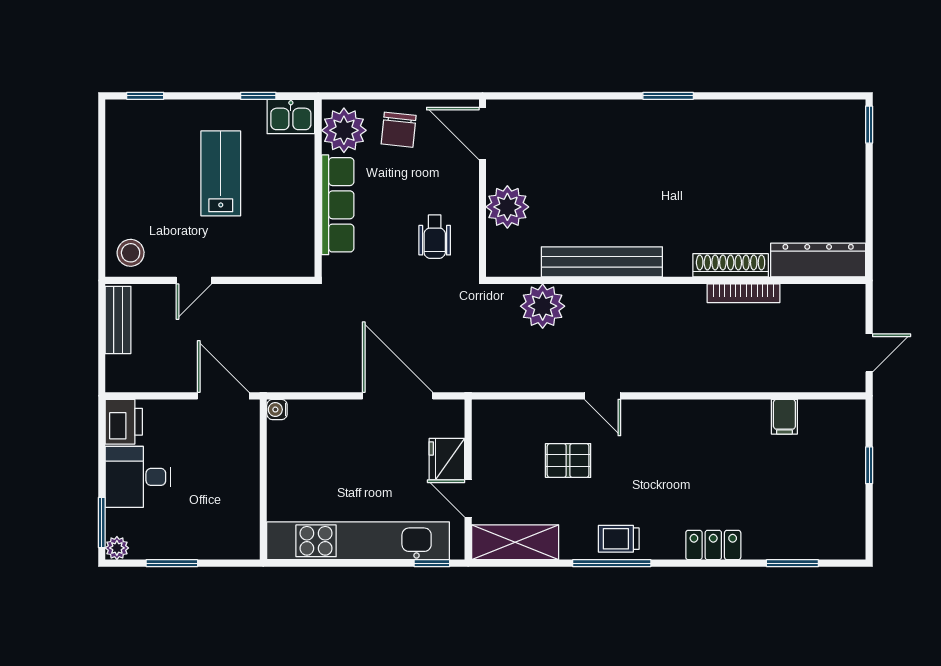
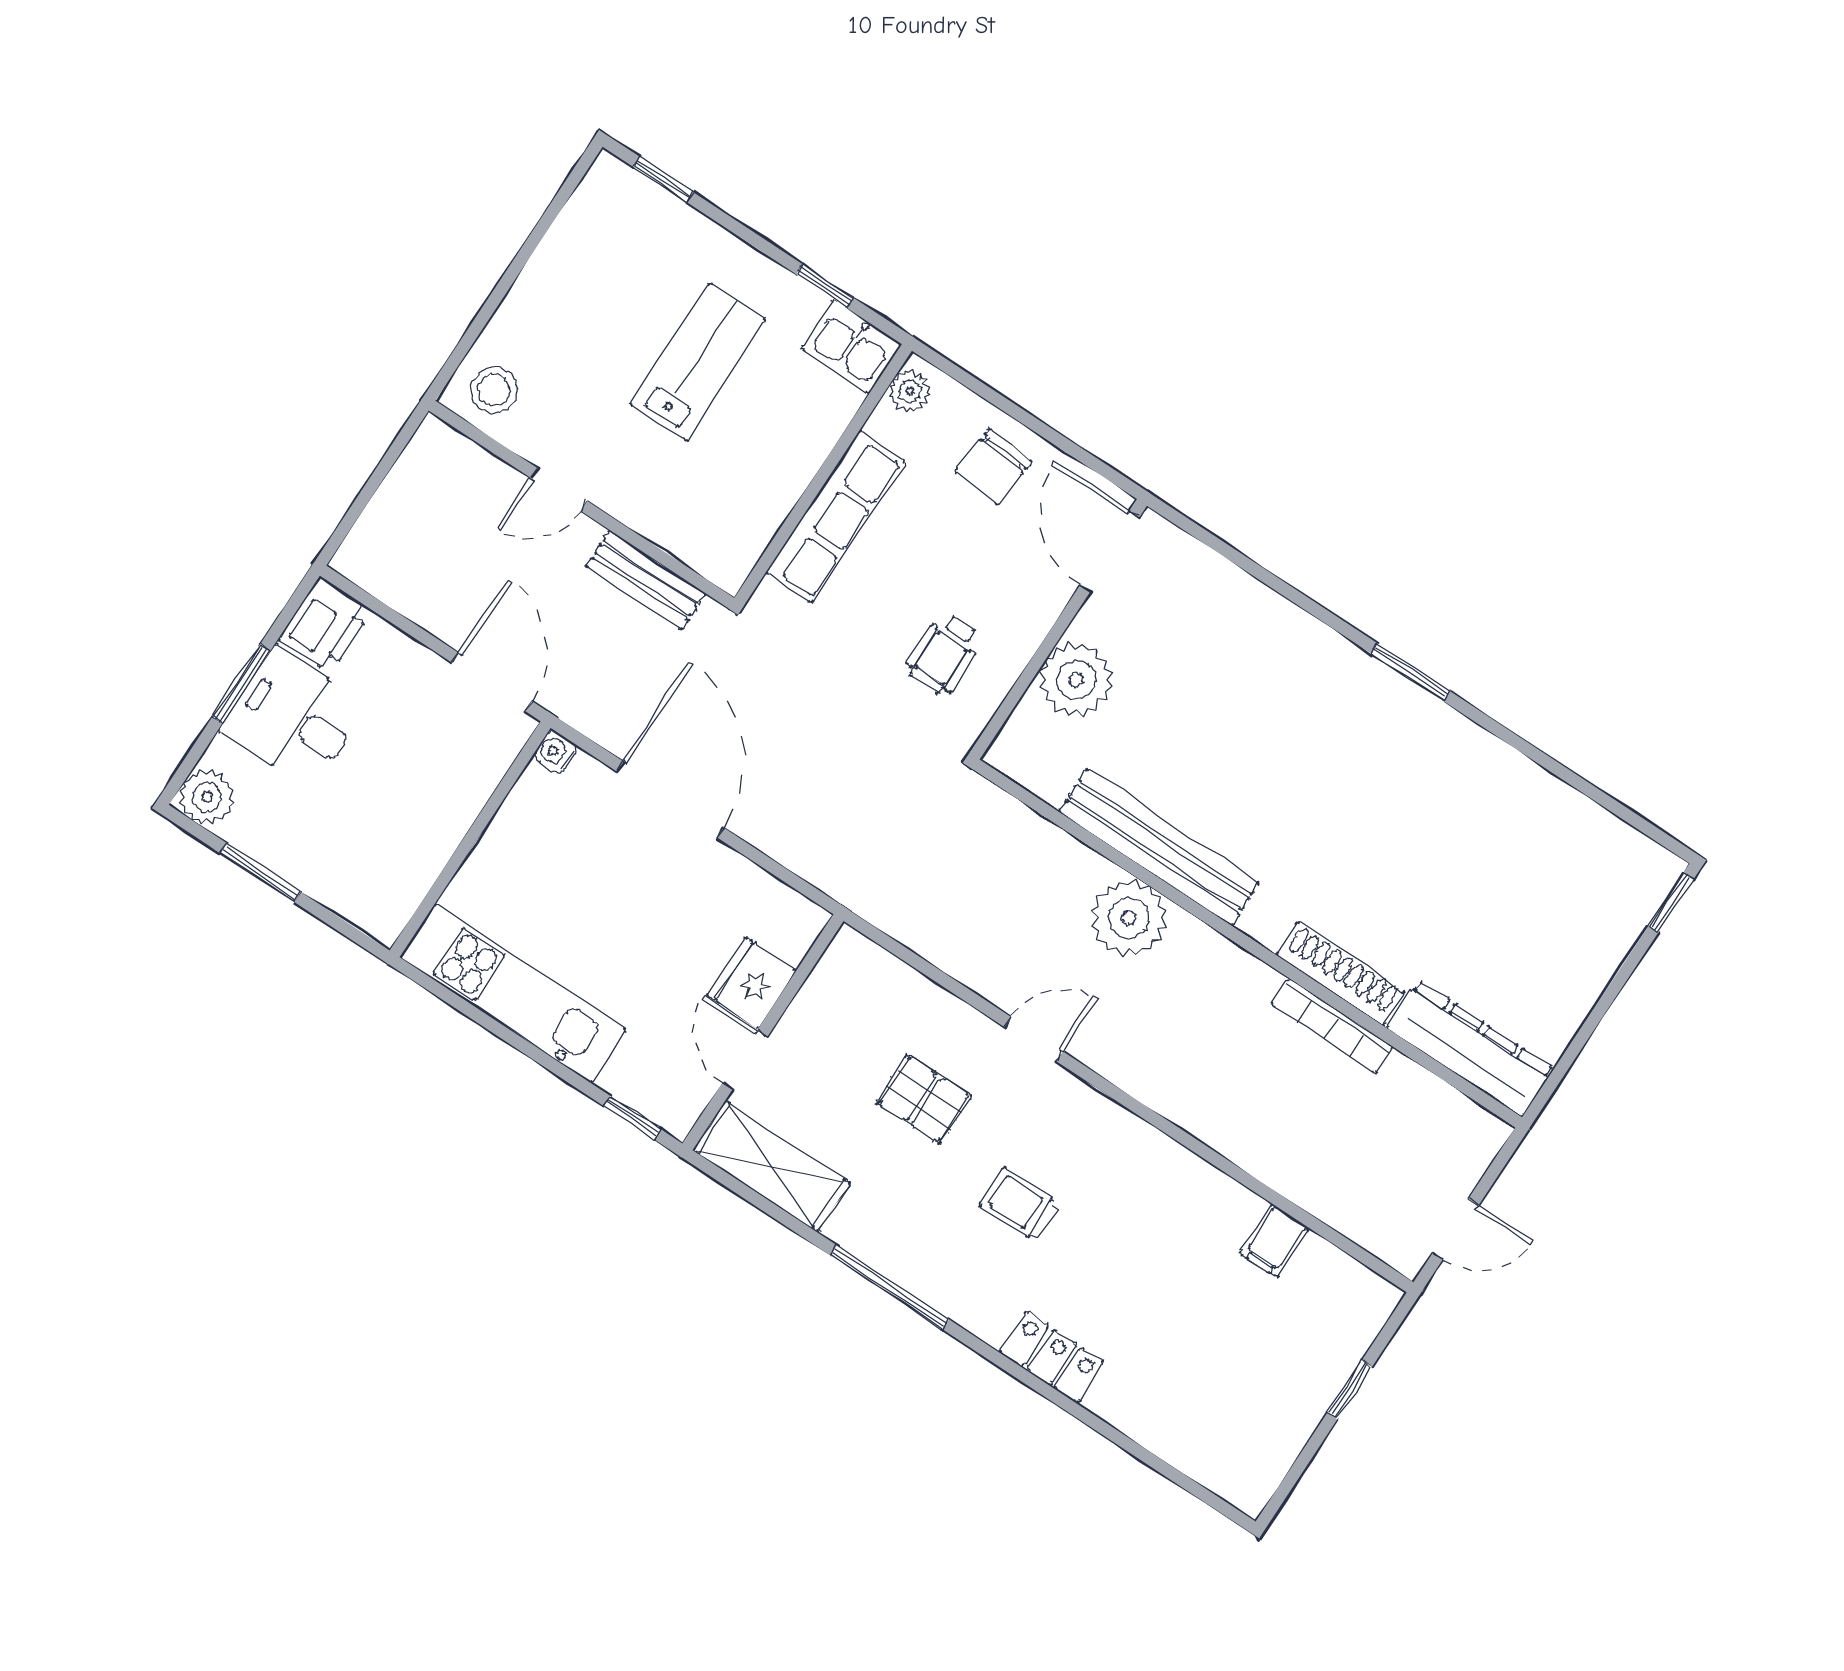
plant: (344, 130) -> (910, 391), width x0.53, depth x0.53
plant: (543, 306) -> (1129, 918), moved
bench: (118, 320) -> (646, 580), moved, turned 90
door: (398, 396) -> (670, 799), moved
door: (602, 396) -> (1034, 1039), swing flipped
window: (102, 523) -> (241, 684), moved
trolley: (619, 539) -> (1020, 1205), moved
kitchen unit: (358, 541) -> (513, 993), width x0.73
plant: (117, 548) -> (207, 797), width x1.38, depth x1.38
window: (792, 563) -> (1148, 1458), removed

